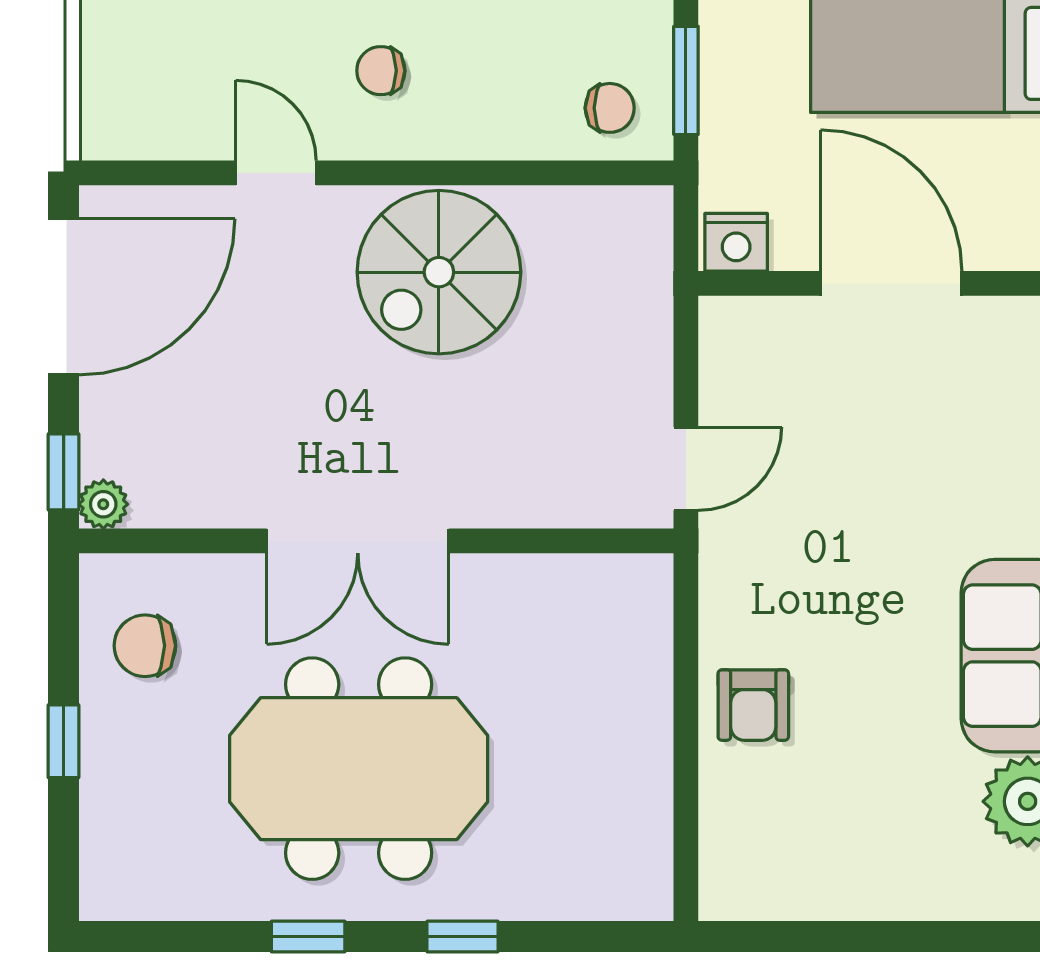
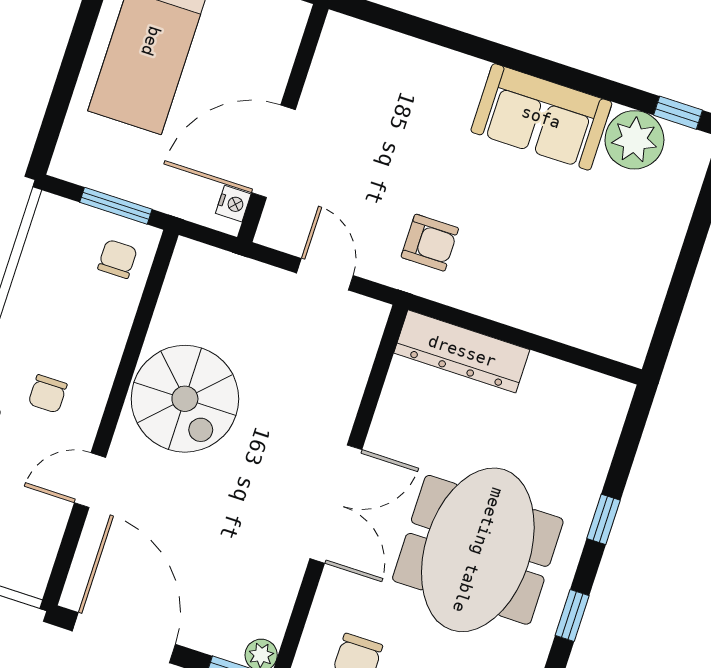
nightstand: (736, 242) -> (233, 204), width x0.72, depth x0.74
door: (891, 283) -> (274, 151), moved
door: (686, 469) -> (325, 274), moved
dresser: (639, 651) -> (462, 351), added
armchair: (753, 705) -> (430, 243), moved

